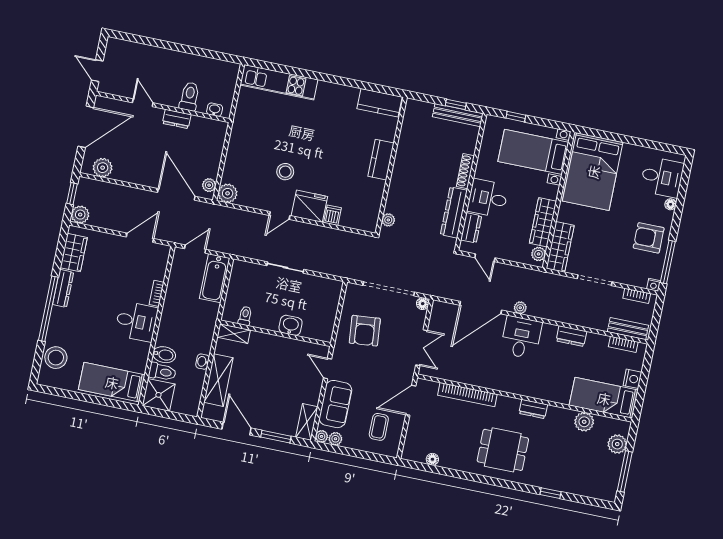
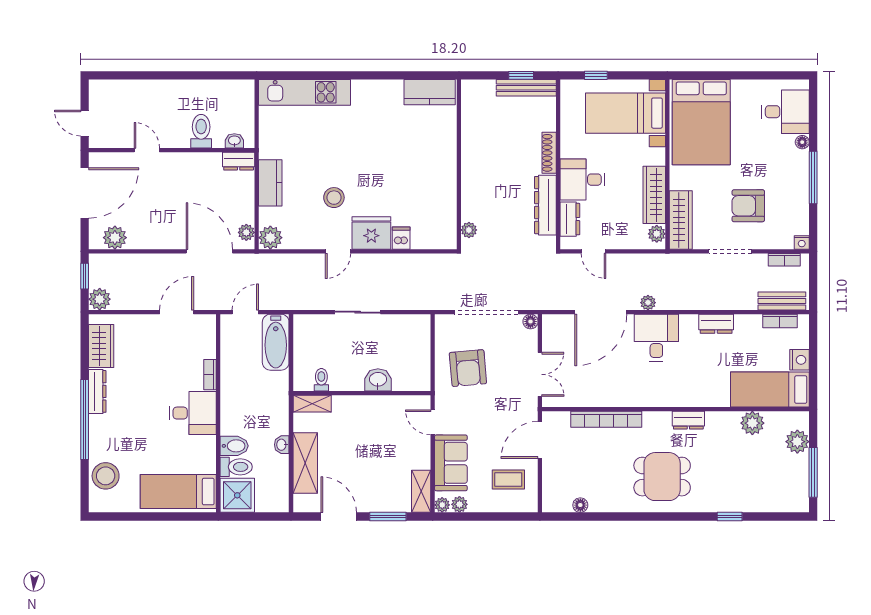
dresser: (177, 119) -> (239, 161), moved
kitchen counter: (381, 160) -> (270, 183), moved, turned 180
armchair: (649, 238) -> (748, 206), moved
window: (668, 262) -> (813, 177), moved
coffee table: (379, 427) -> (508, 480), turned 90

